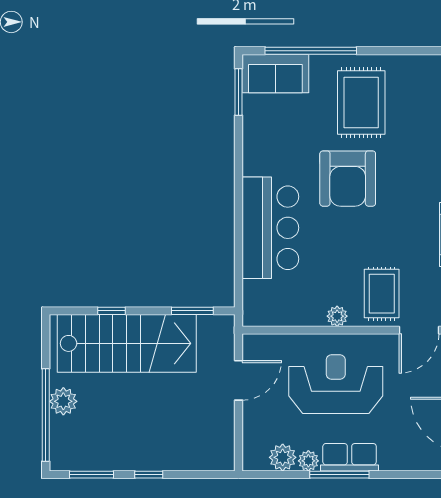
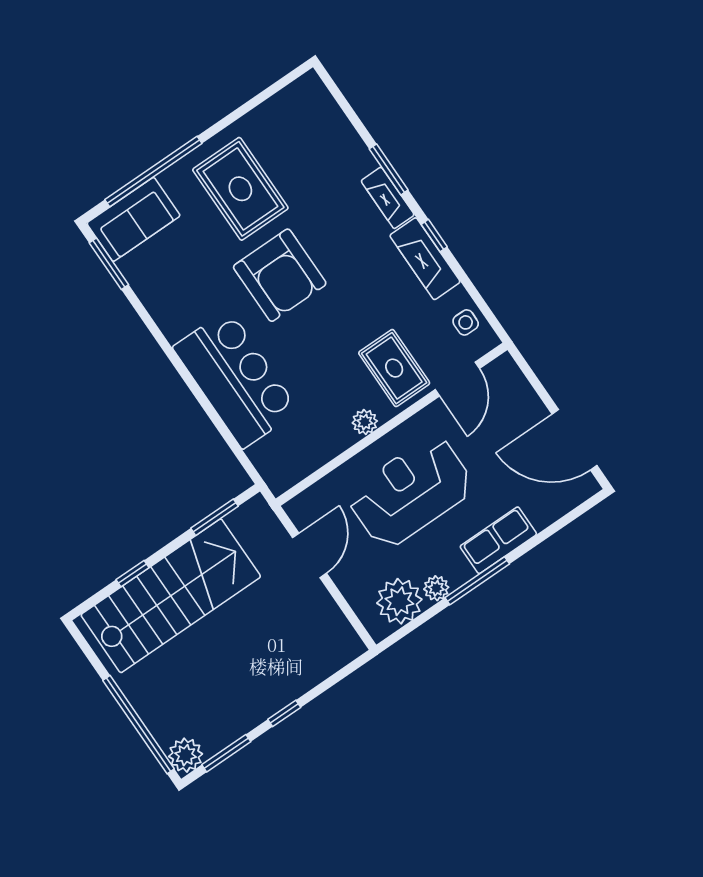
plant: (63, 401) -> (186, 755), moved
plant: (283, 457) -> (399, 601), width x1.36, depth x1.36
row of seats: (350, 457) -> (498, 540), moved

